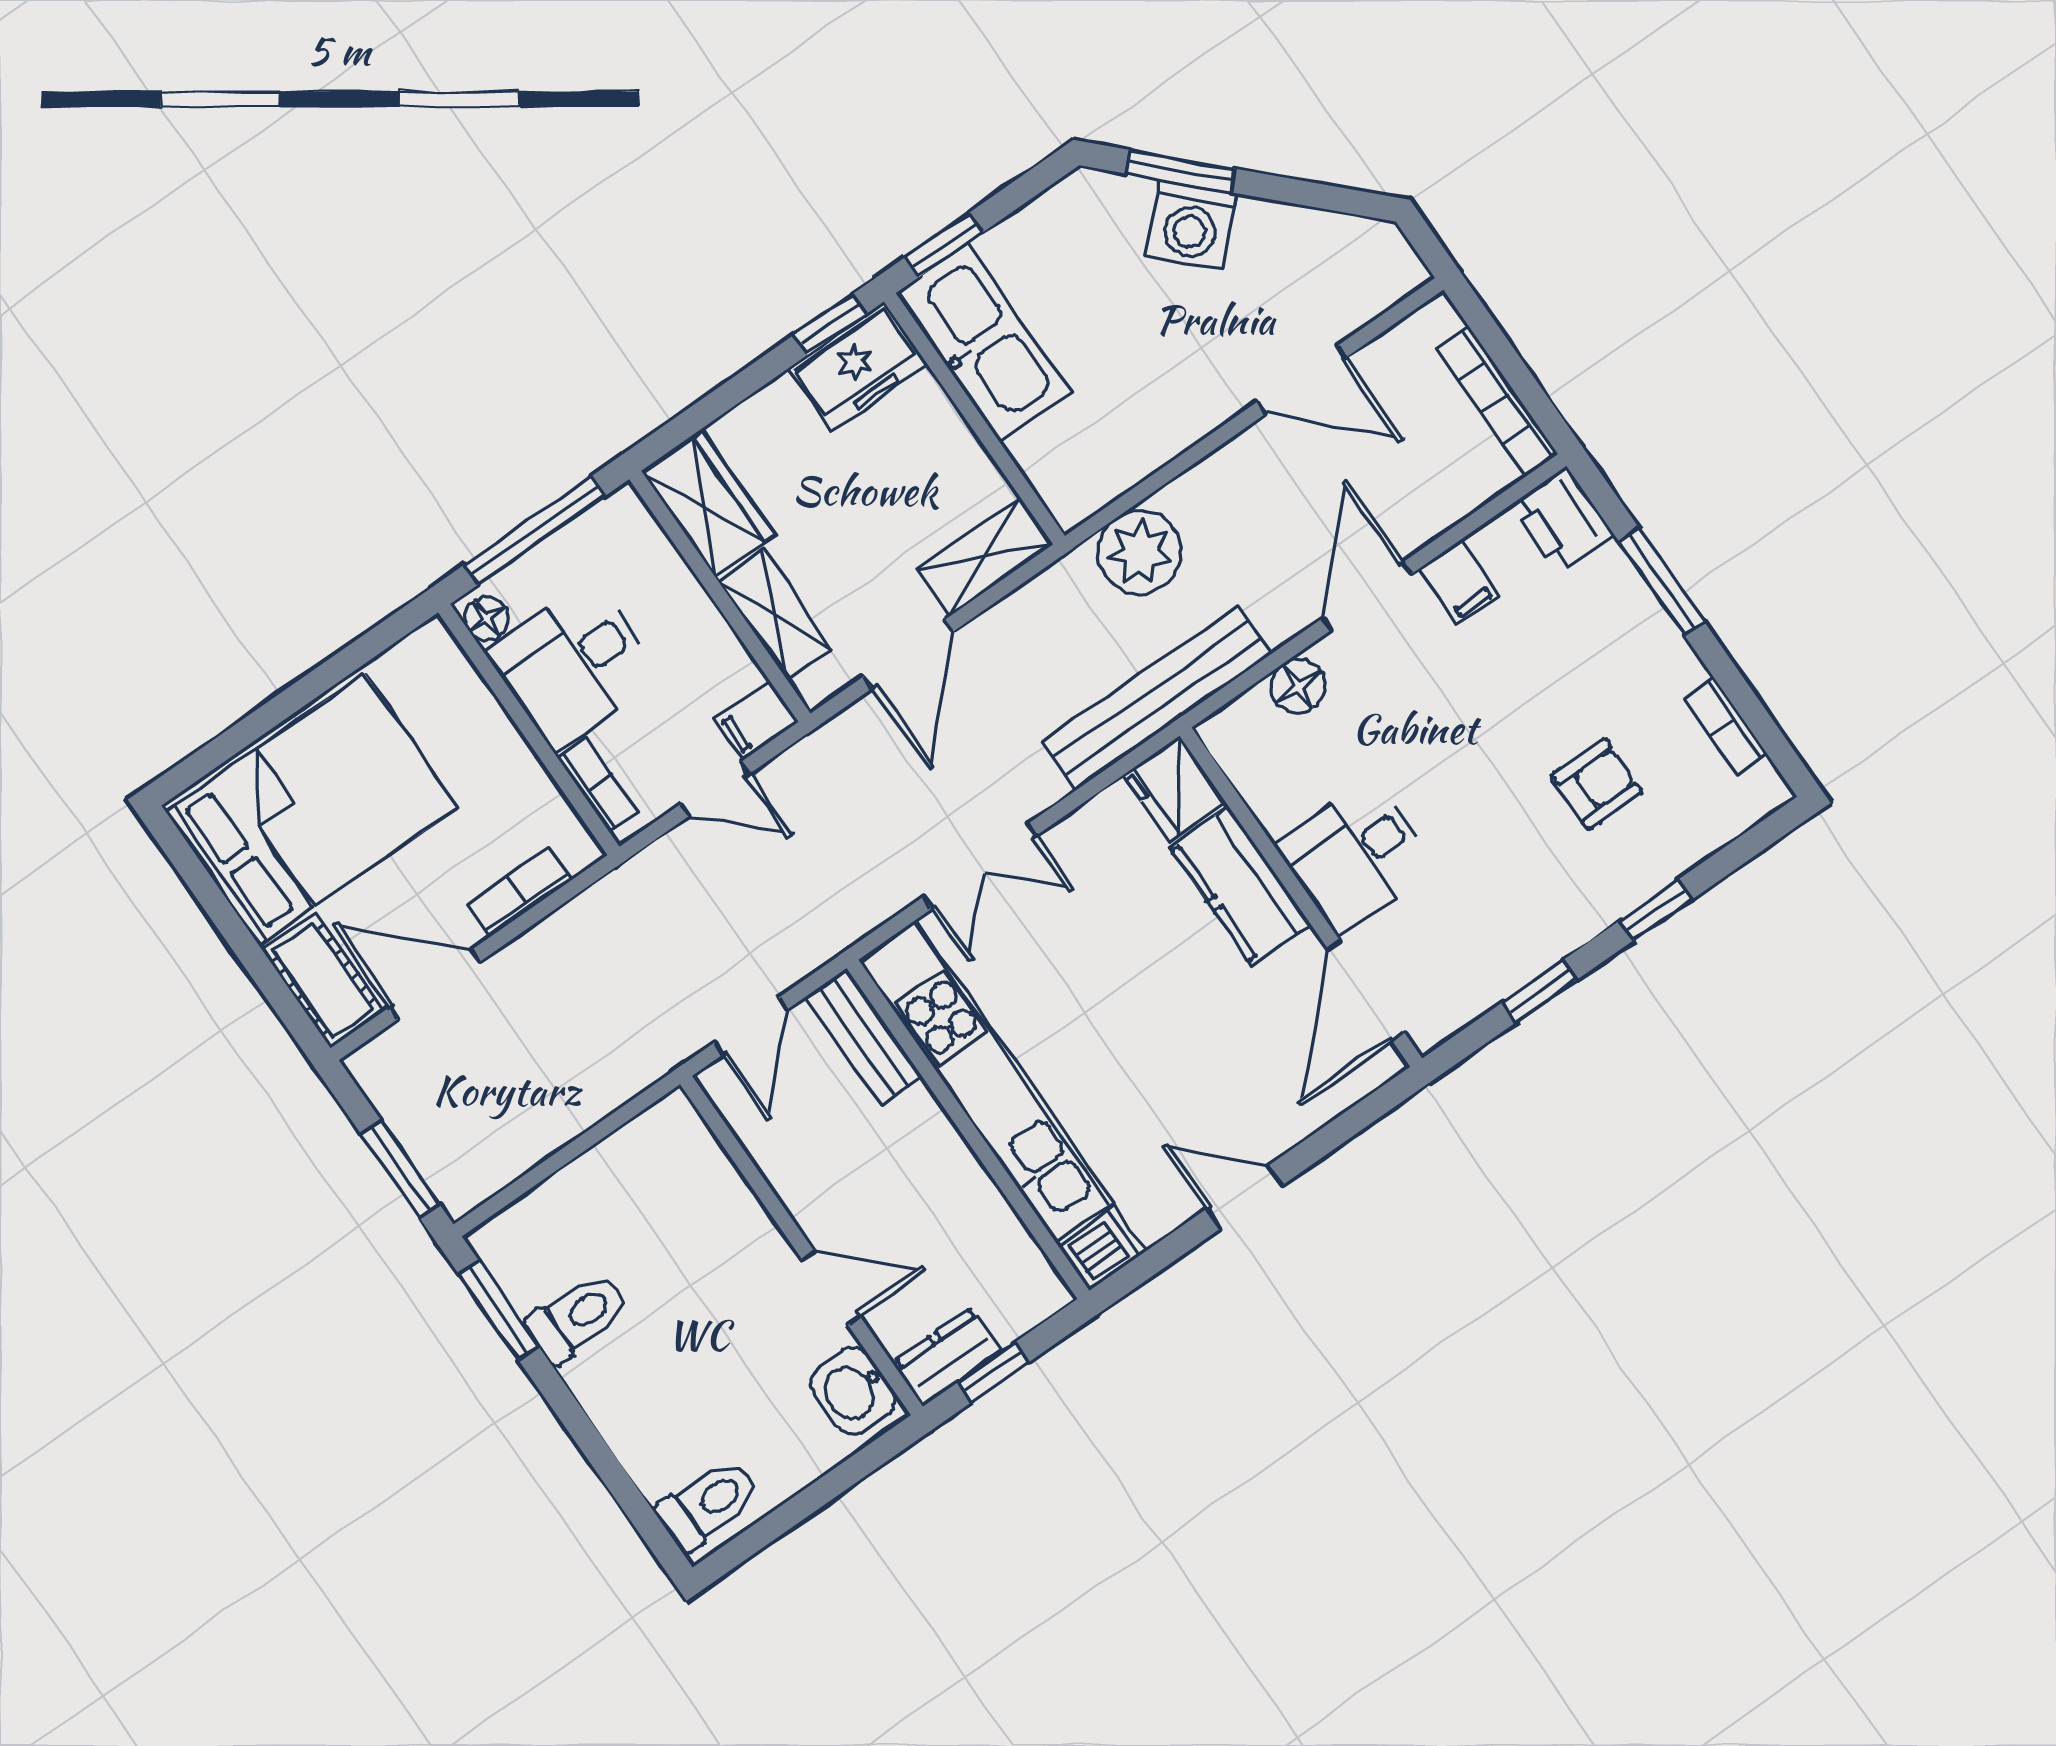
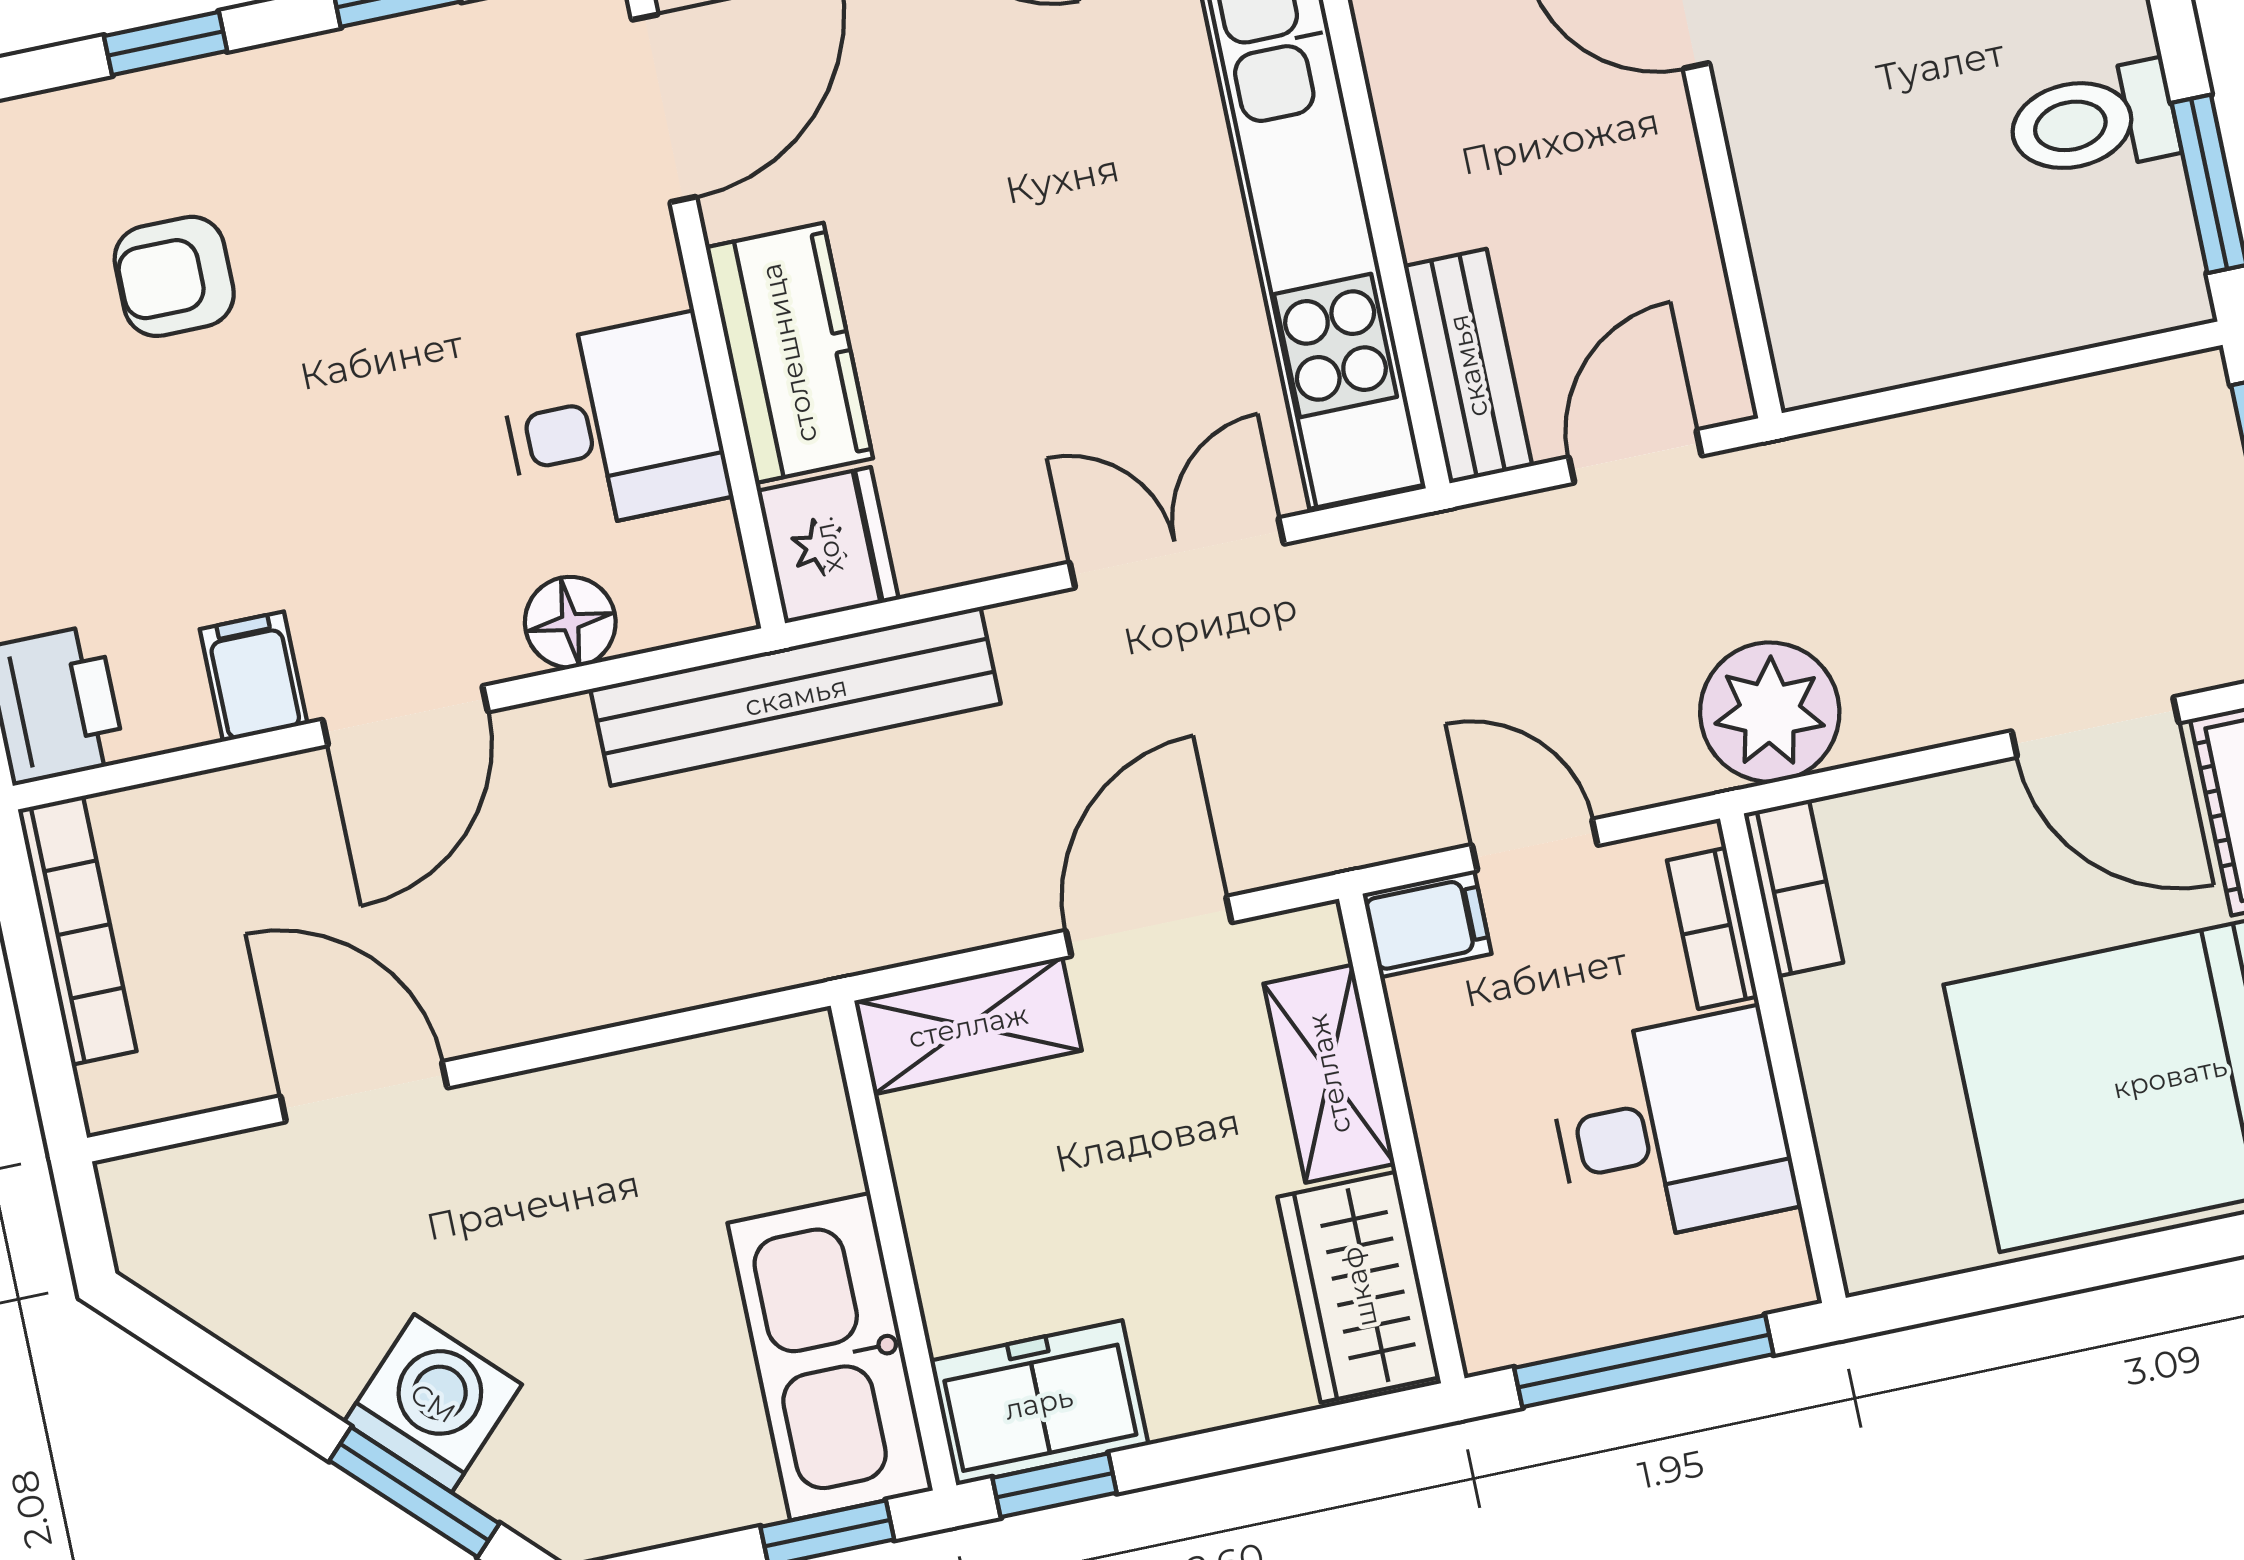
plant: (1140, 552) -> (1770, 712), moved
floor lamp: (486, 618) -> (1776, 1257), removed
desk: (1356, 856) -> (613, 424), moved
bookcase: (519, 893) -> (1793, 888), moved, turned -90

